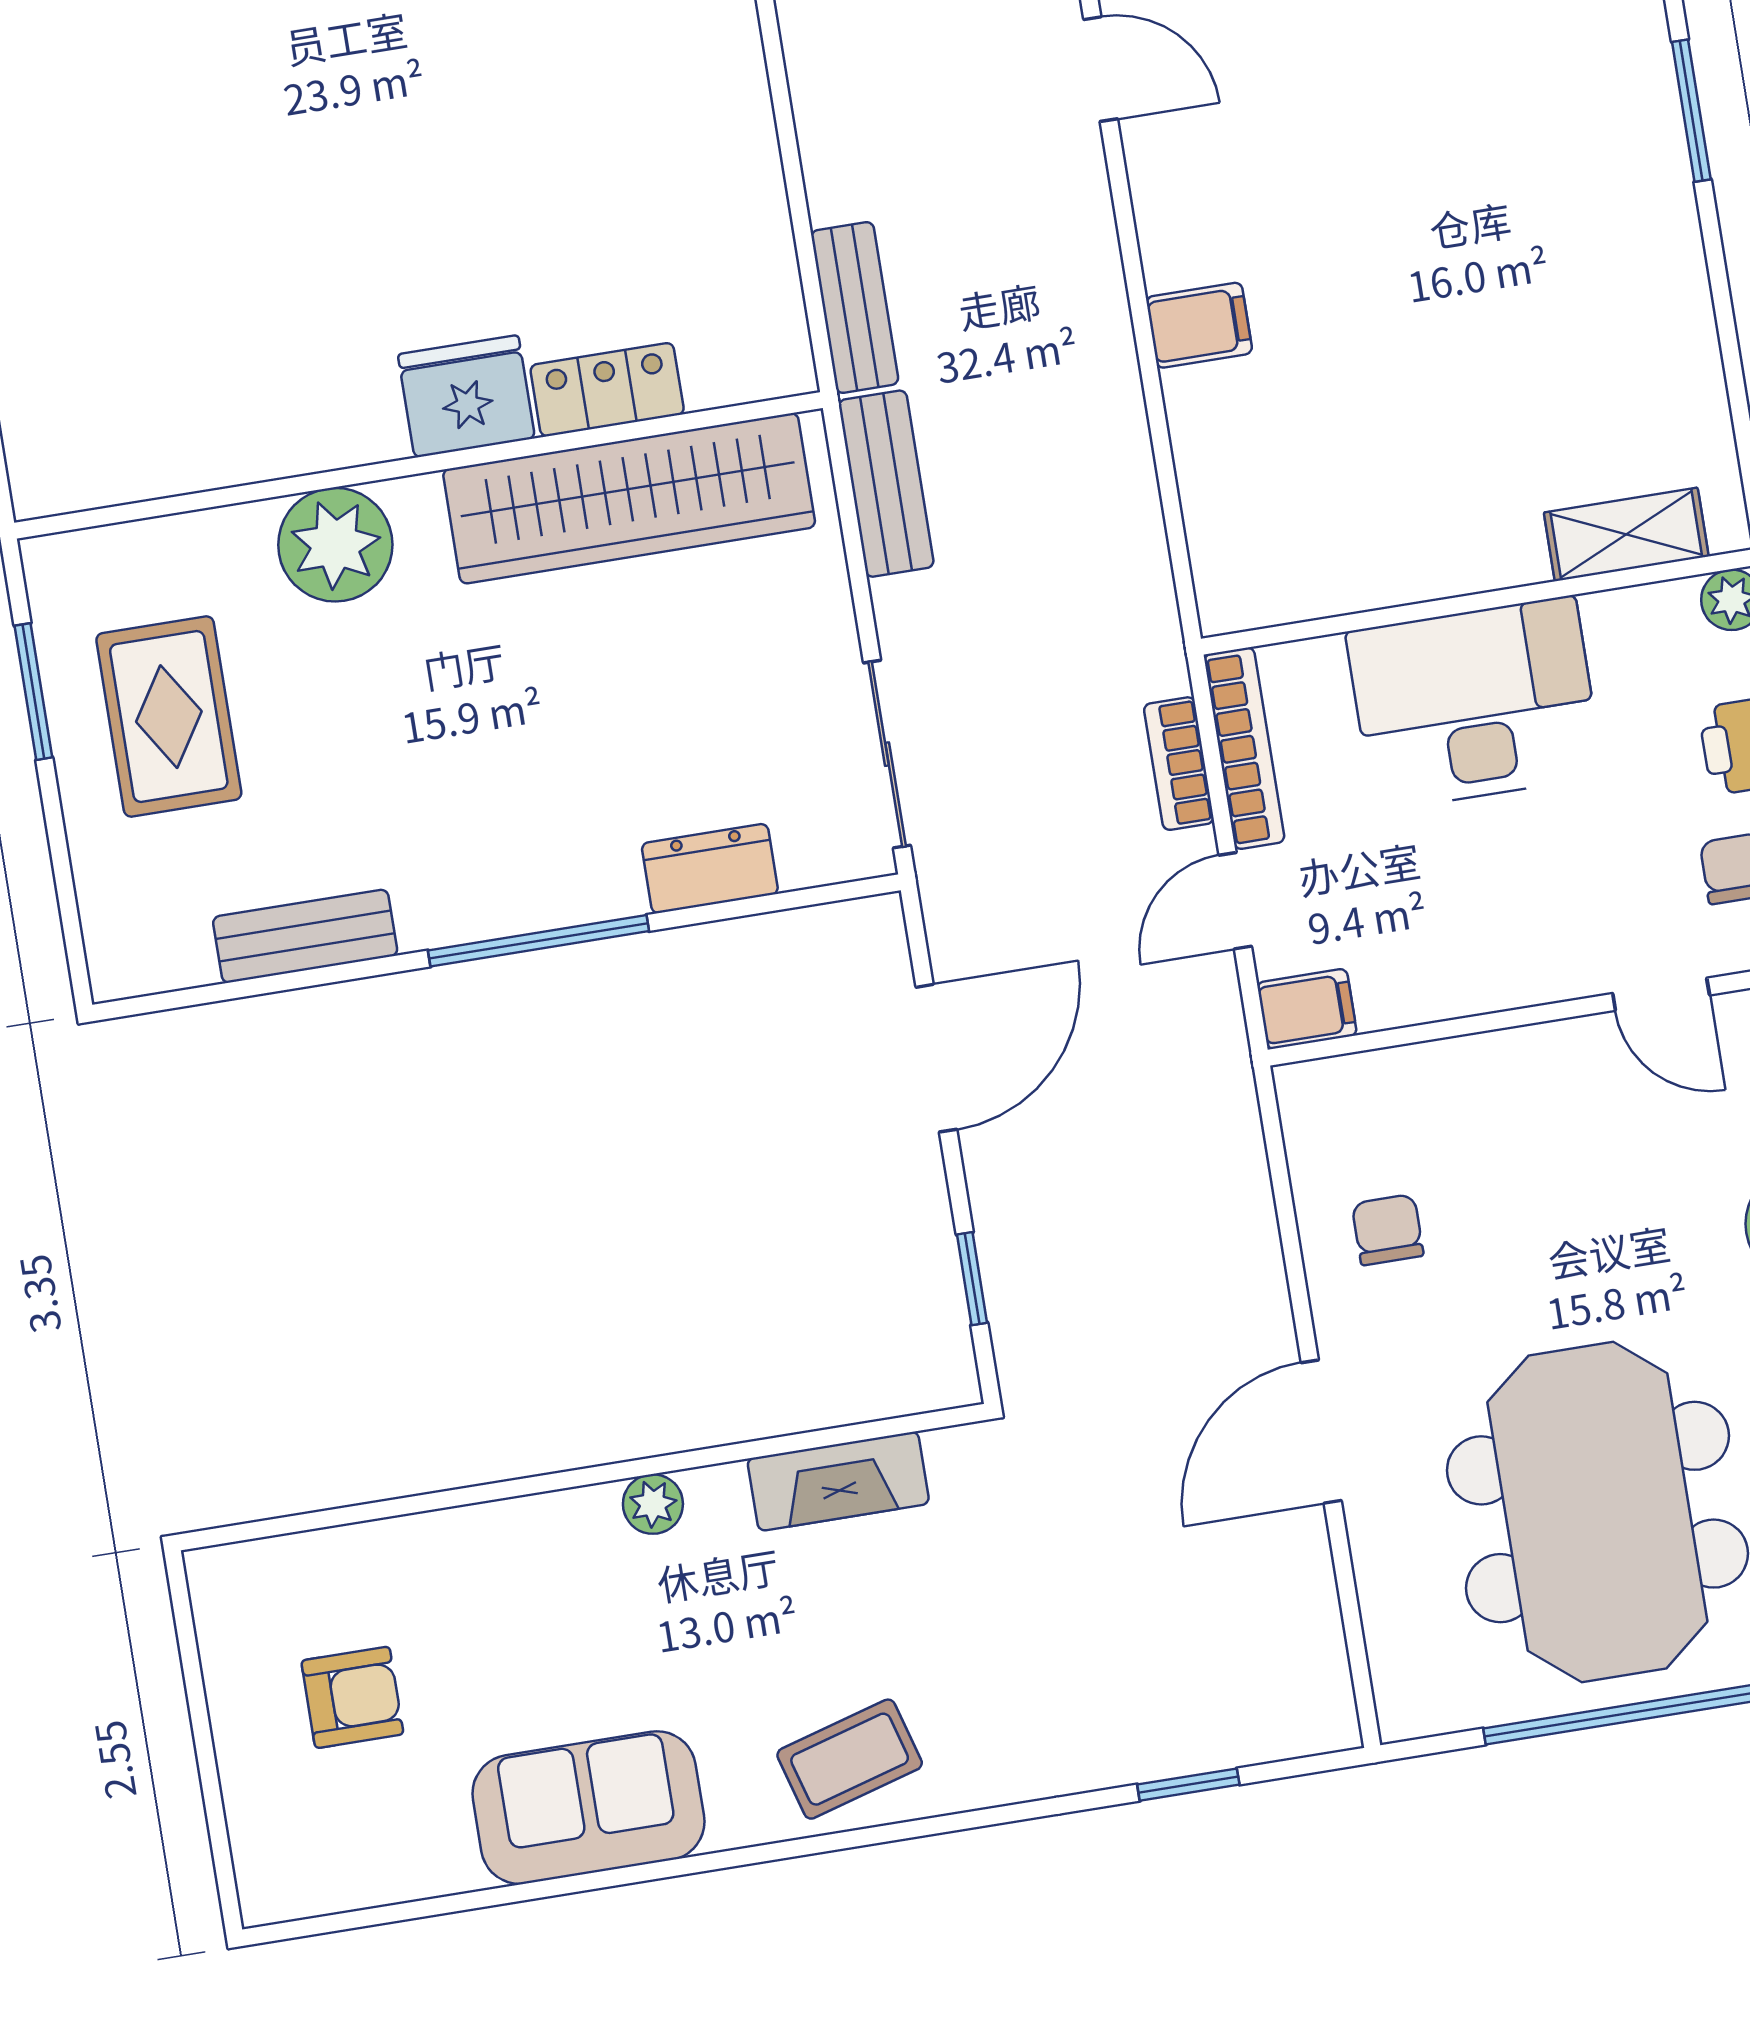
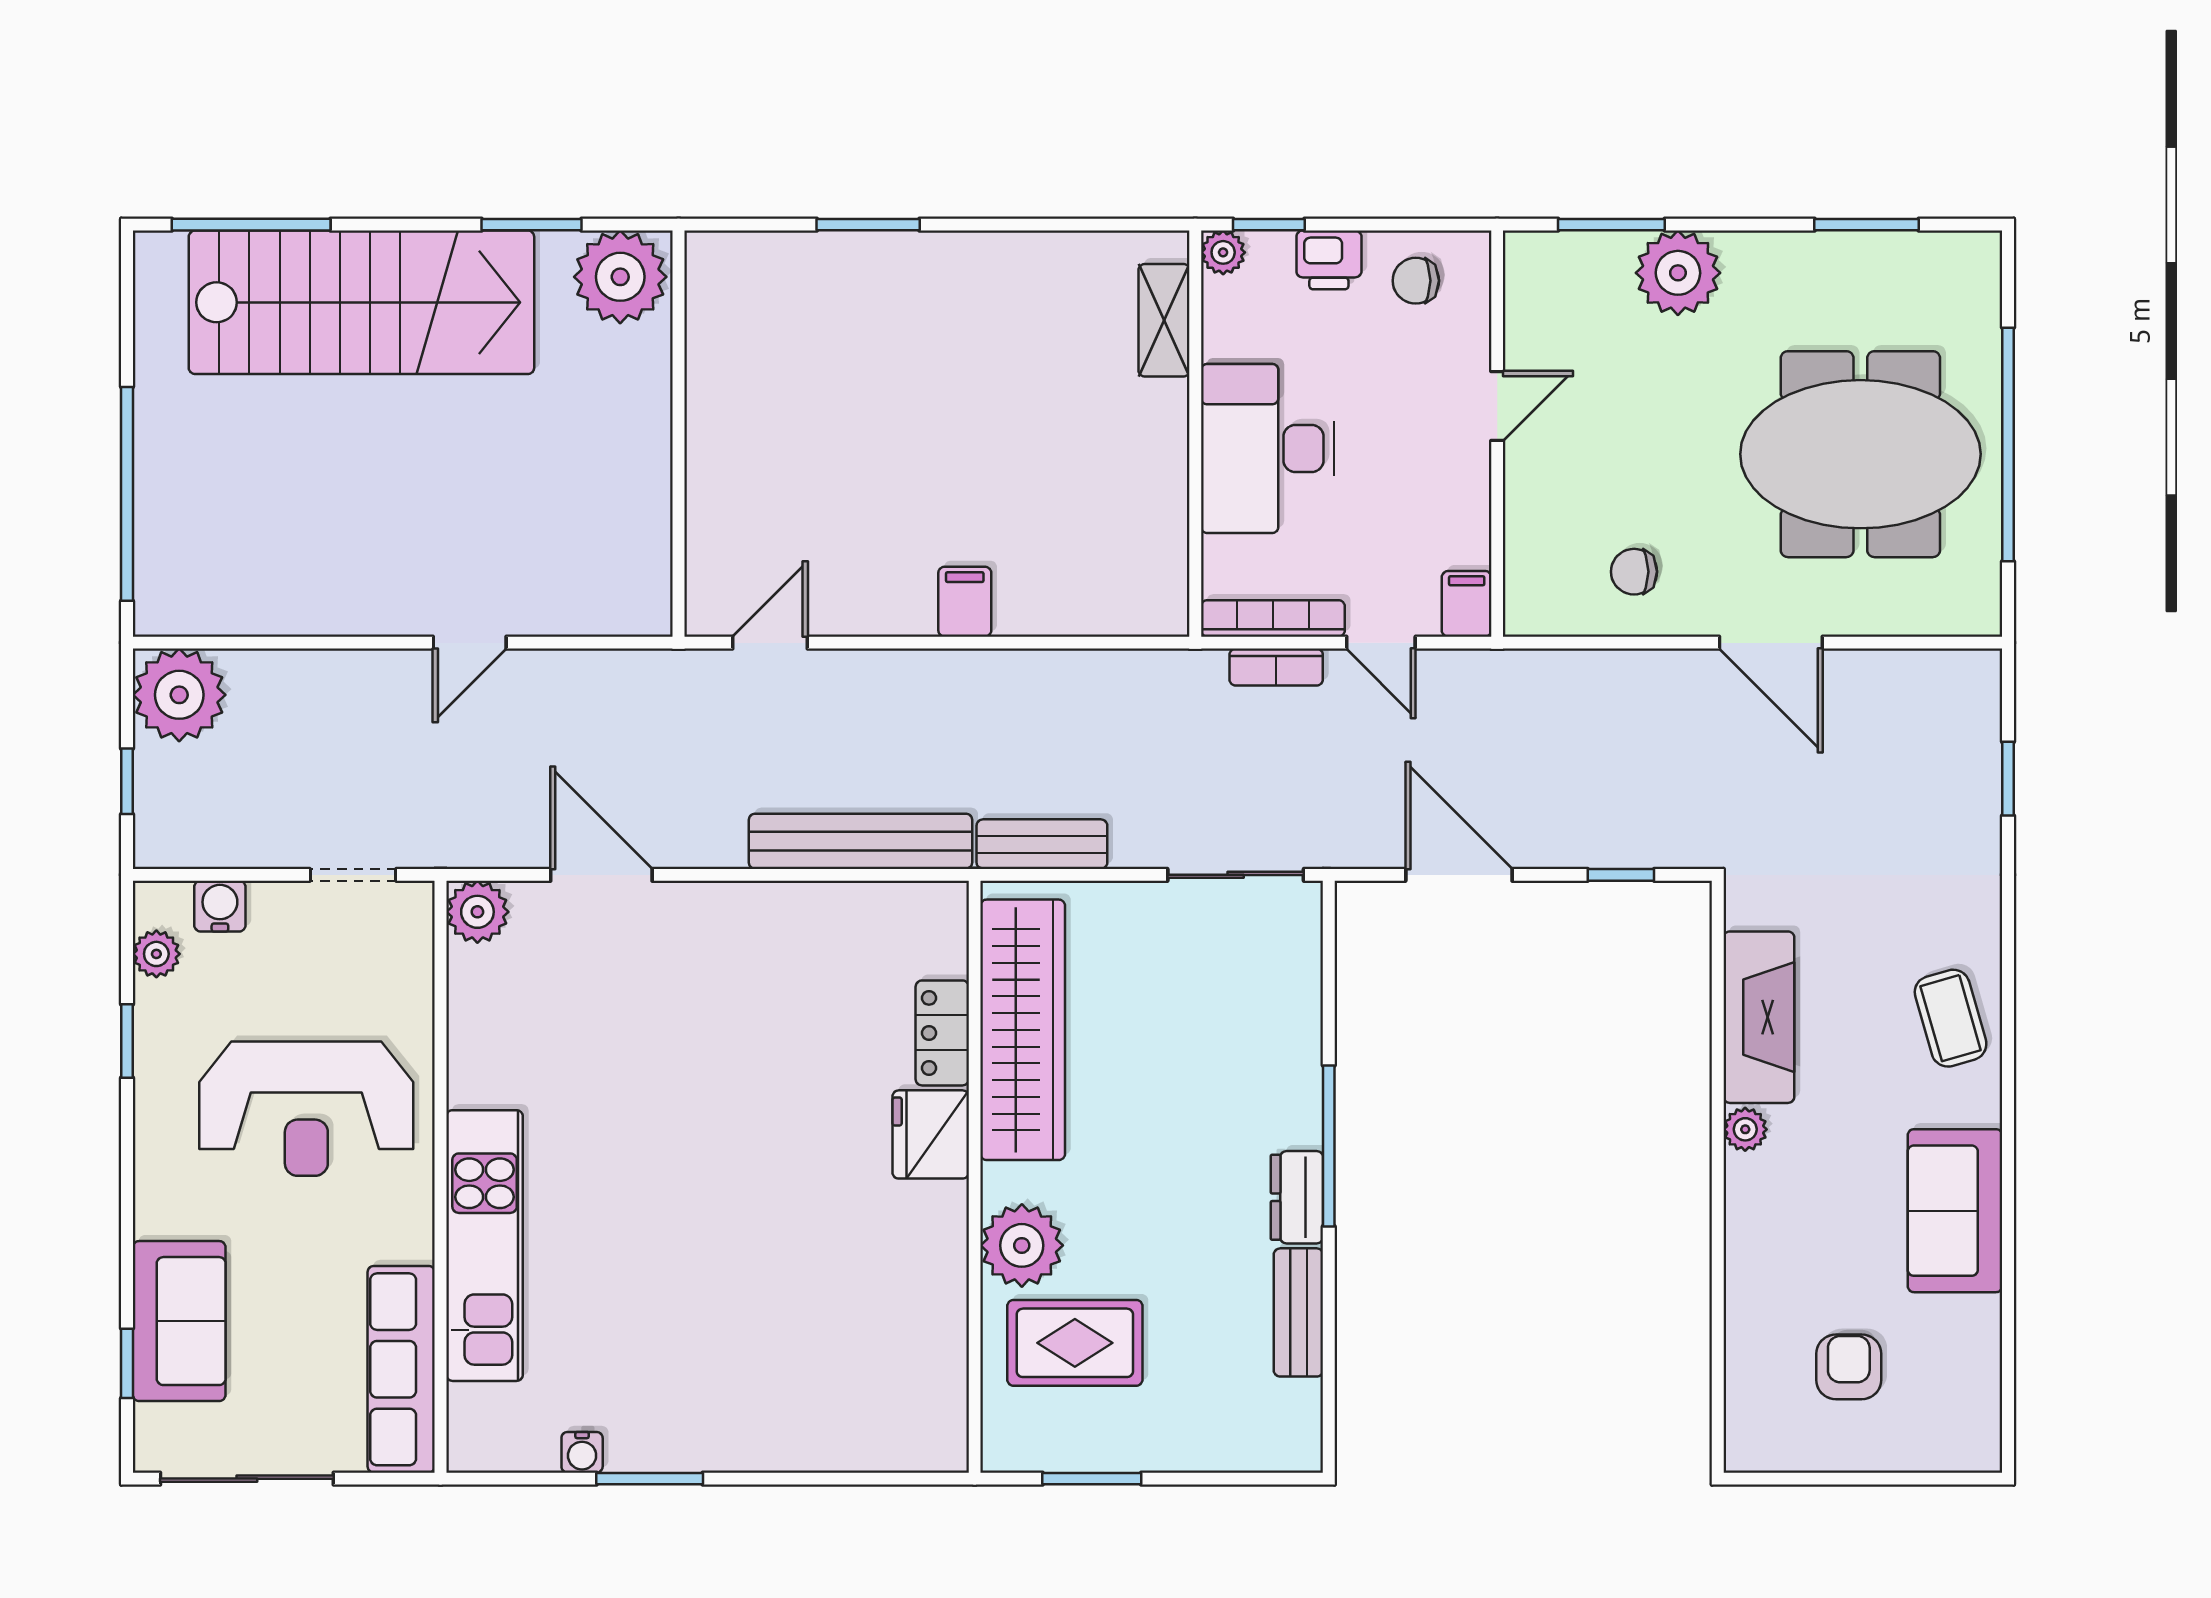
bench: (855, 308) -> (860, 841), width x1.86, depth x1.21
rug: (169, 717) -> (1075, 1343), moved
dresser: (710, 869) -> (1297, 1197), moved
door: (1661, 994) -> (1497, 406), moved
fireplace: (838, 1481) -> (1759, 1017), width x1.37, depth x1.32

